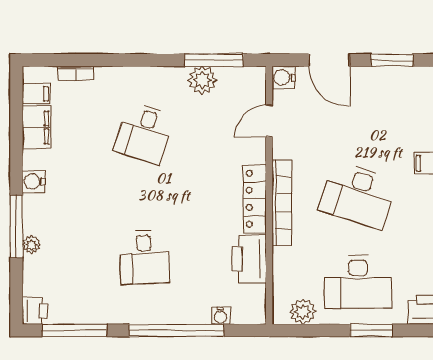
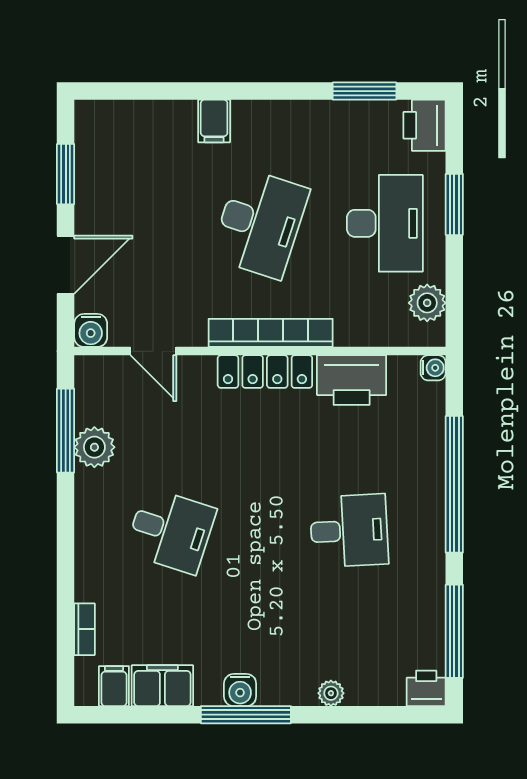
window: (16, 226) -> (246, 715), moved
water cooler: (221, 316) -> (433, 368), moved

